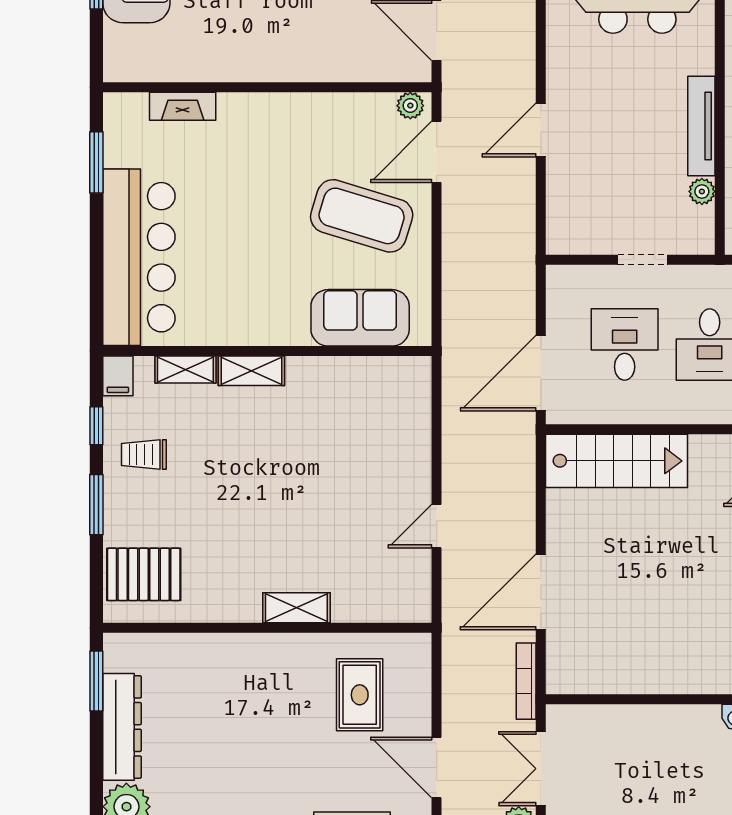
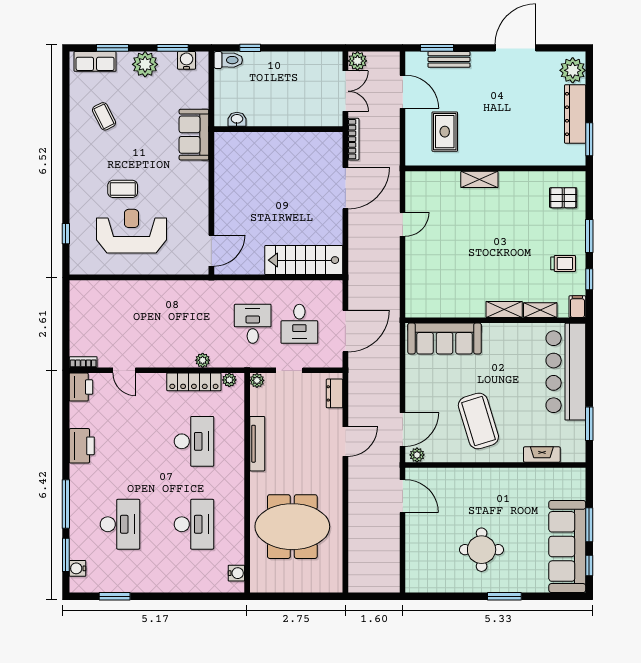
plant: (702, 191) -> (257, 380), moved
coffee table: (362, 216) -> (478, 421), moved, turned 56
dresser: (560, 218) -> (335, 393), added
sofa: (360, 318) -> (445, 338), width x1.36
door: (541, 373) -> (345, 331), moved
pallet: (144, 574) -> (563, 198), width x0.67, depth x0.71

